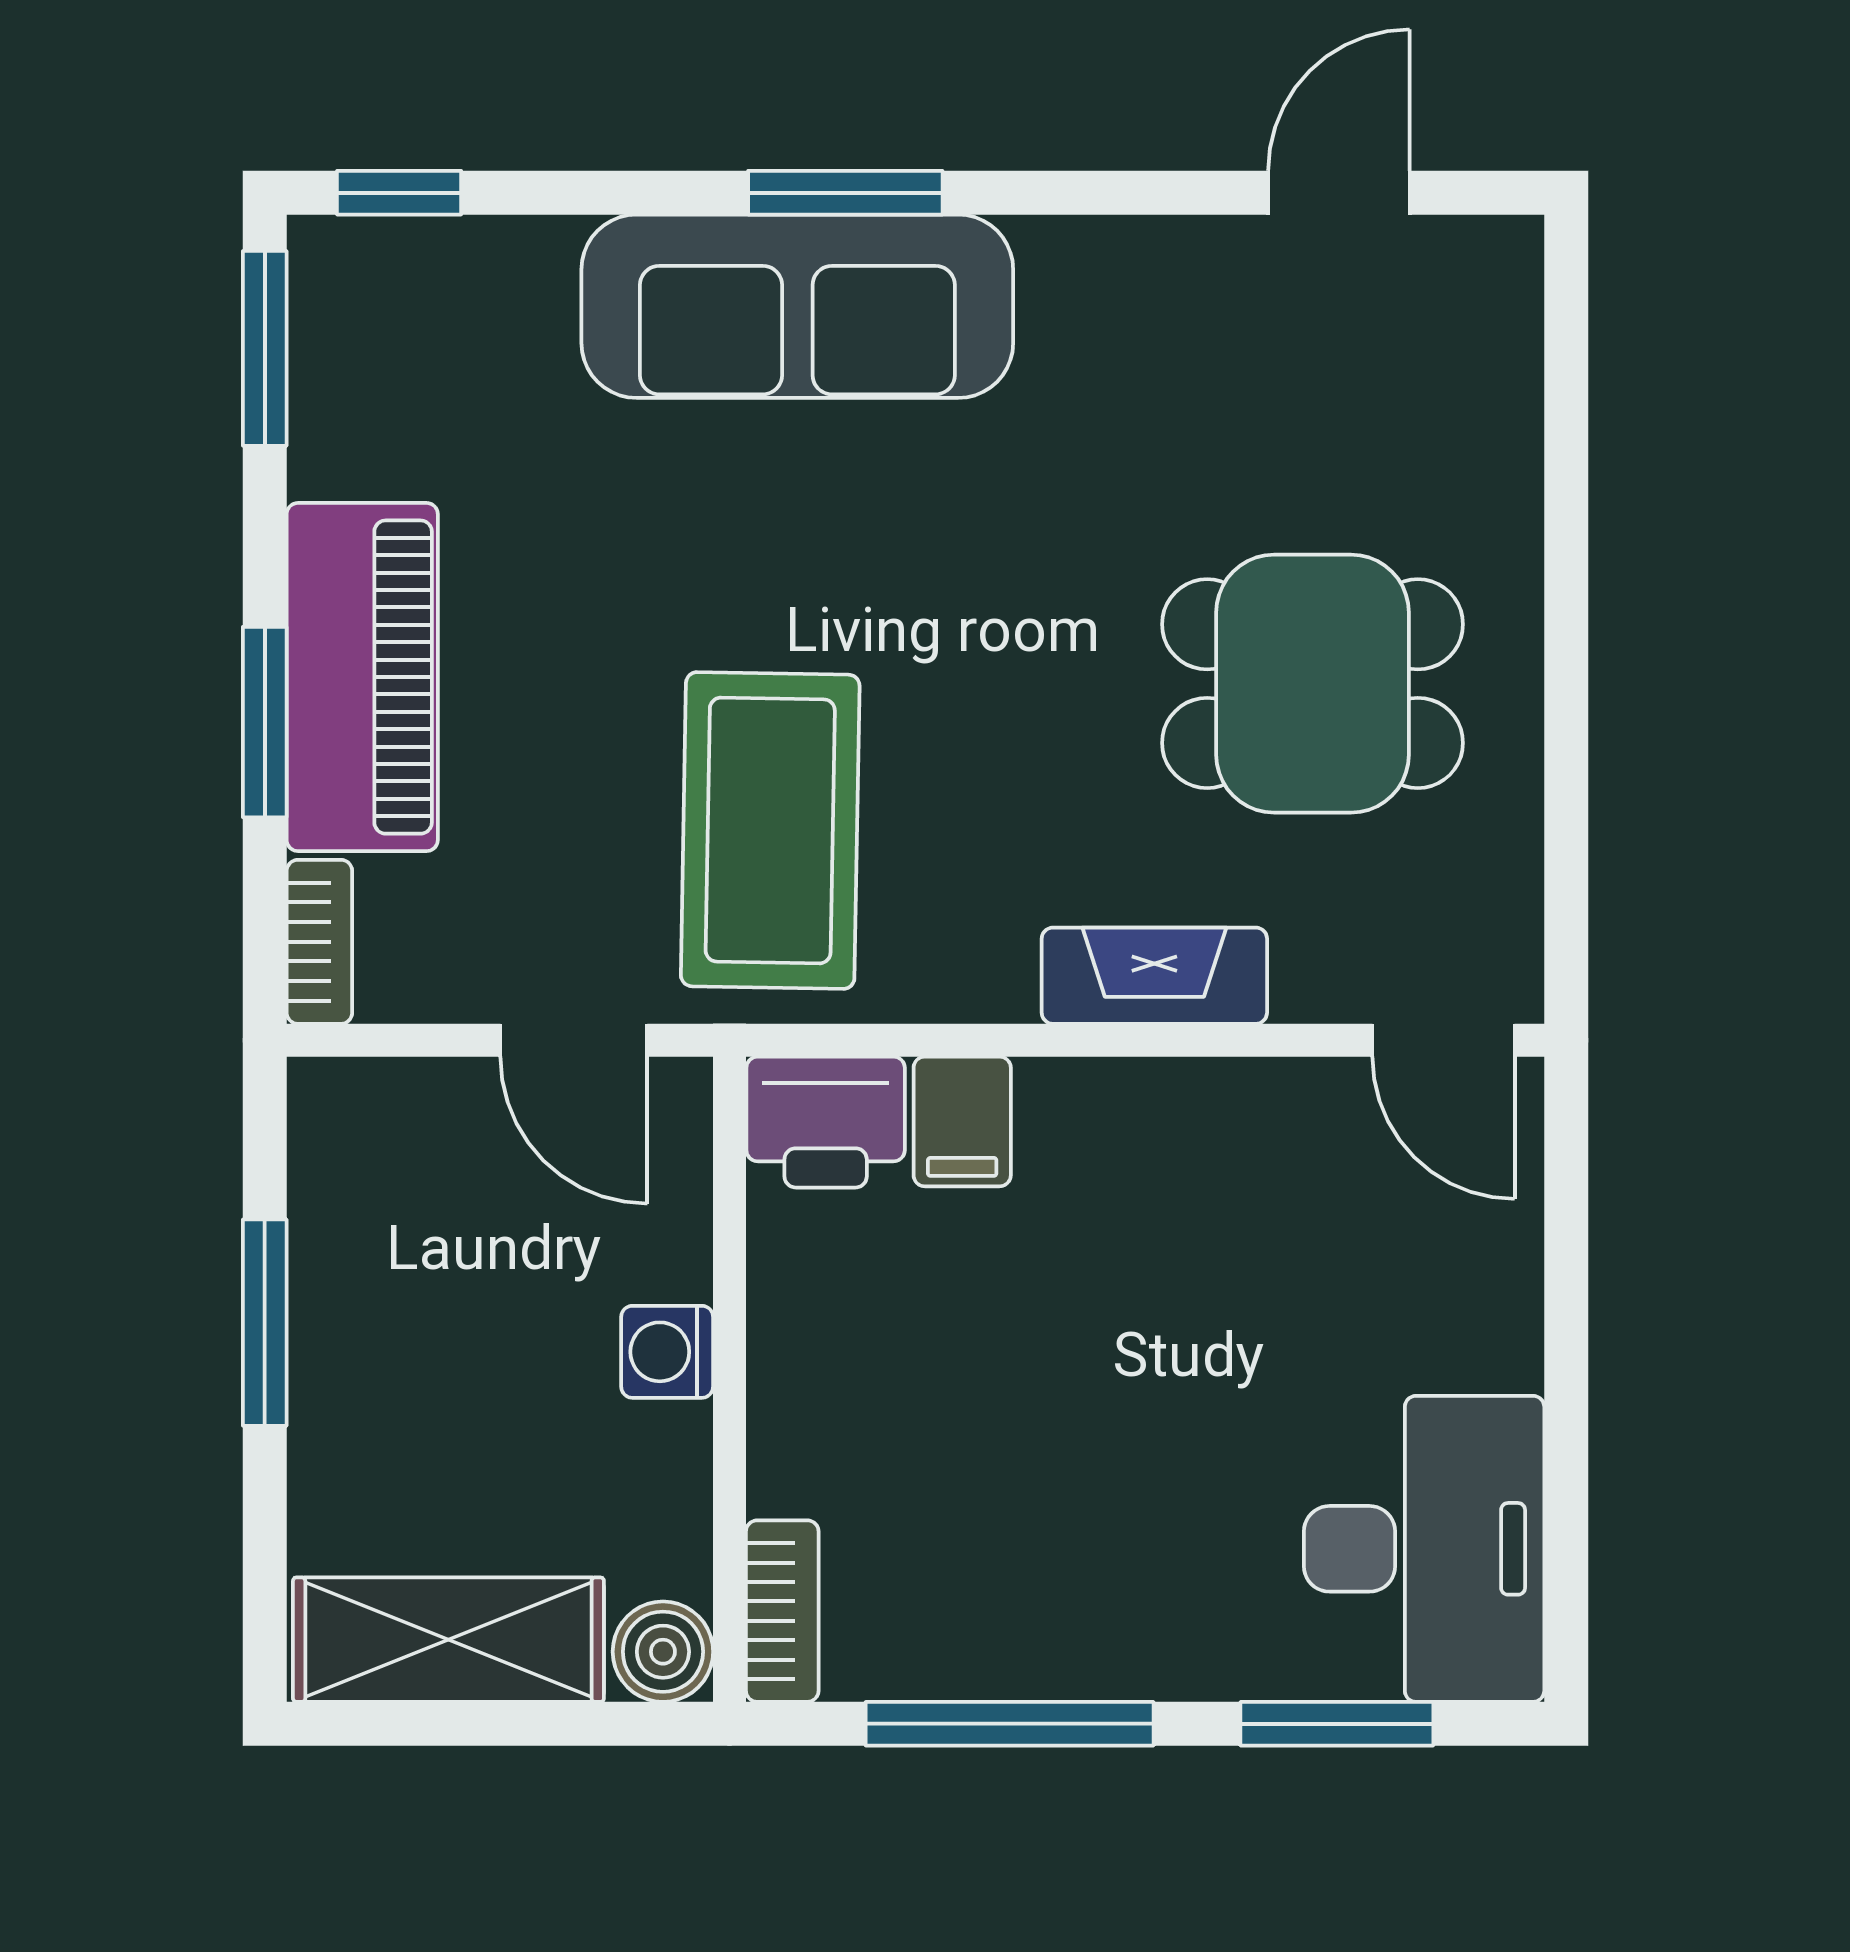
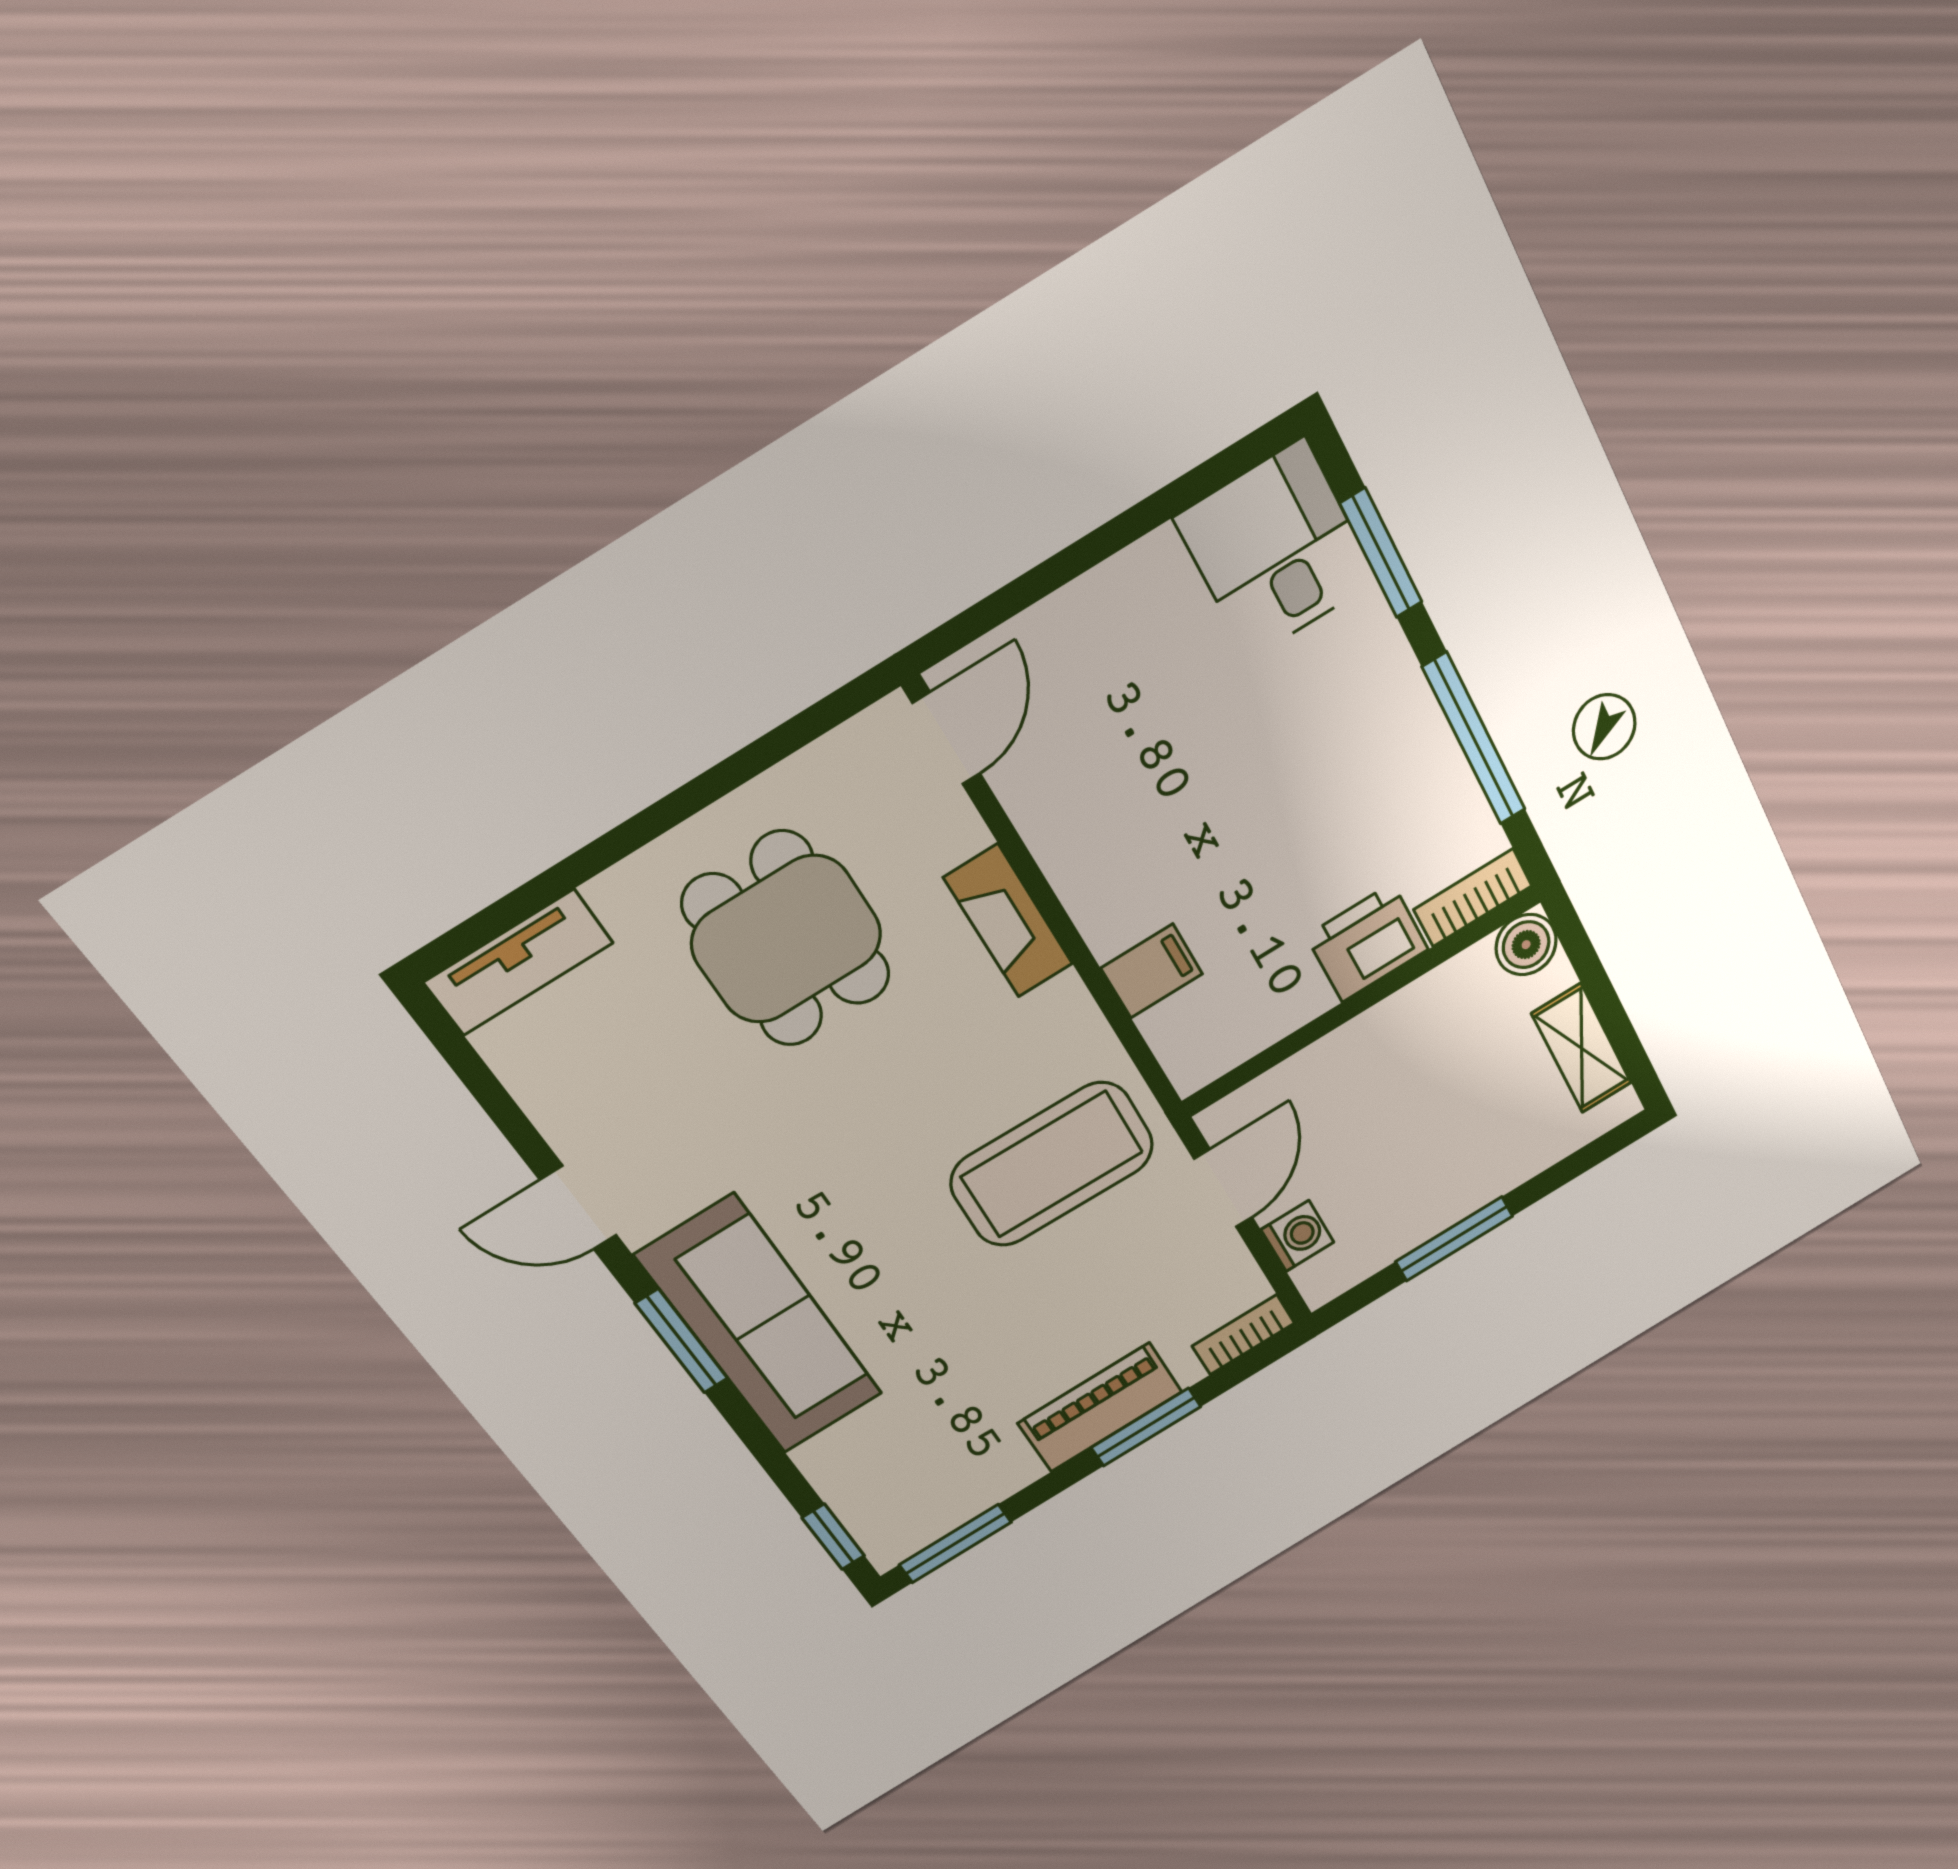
door: (1339, 193) -> (578, 1208), moved
tv unit: (1495, 343) -> (518, 962), added
piano: (362, 677) -> (1100, 1408), width x0.73, depth x0.75
printer: (826, 1122) -> (1367, 943), moved, turned -90
washing machine: (667, 1352) -> (1297, 1236), moved, turned -90
desk: (1424, 1549) -> (1276, 550), width x0.73
shelving: (448, 1640) -> (1582, 1048), width x0.67, depth x0.75

